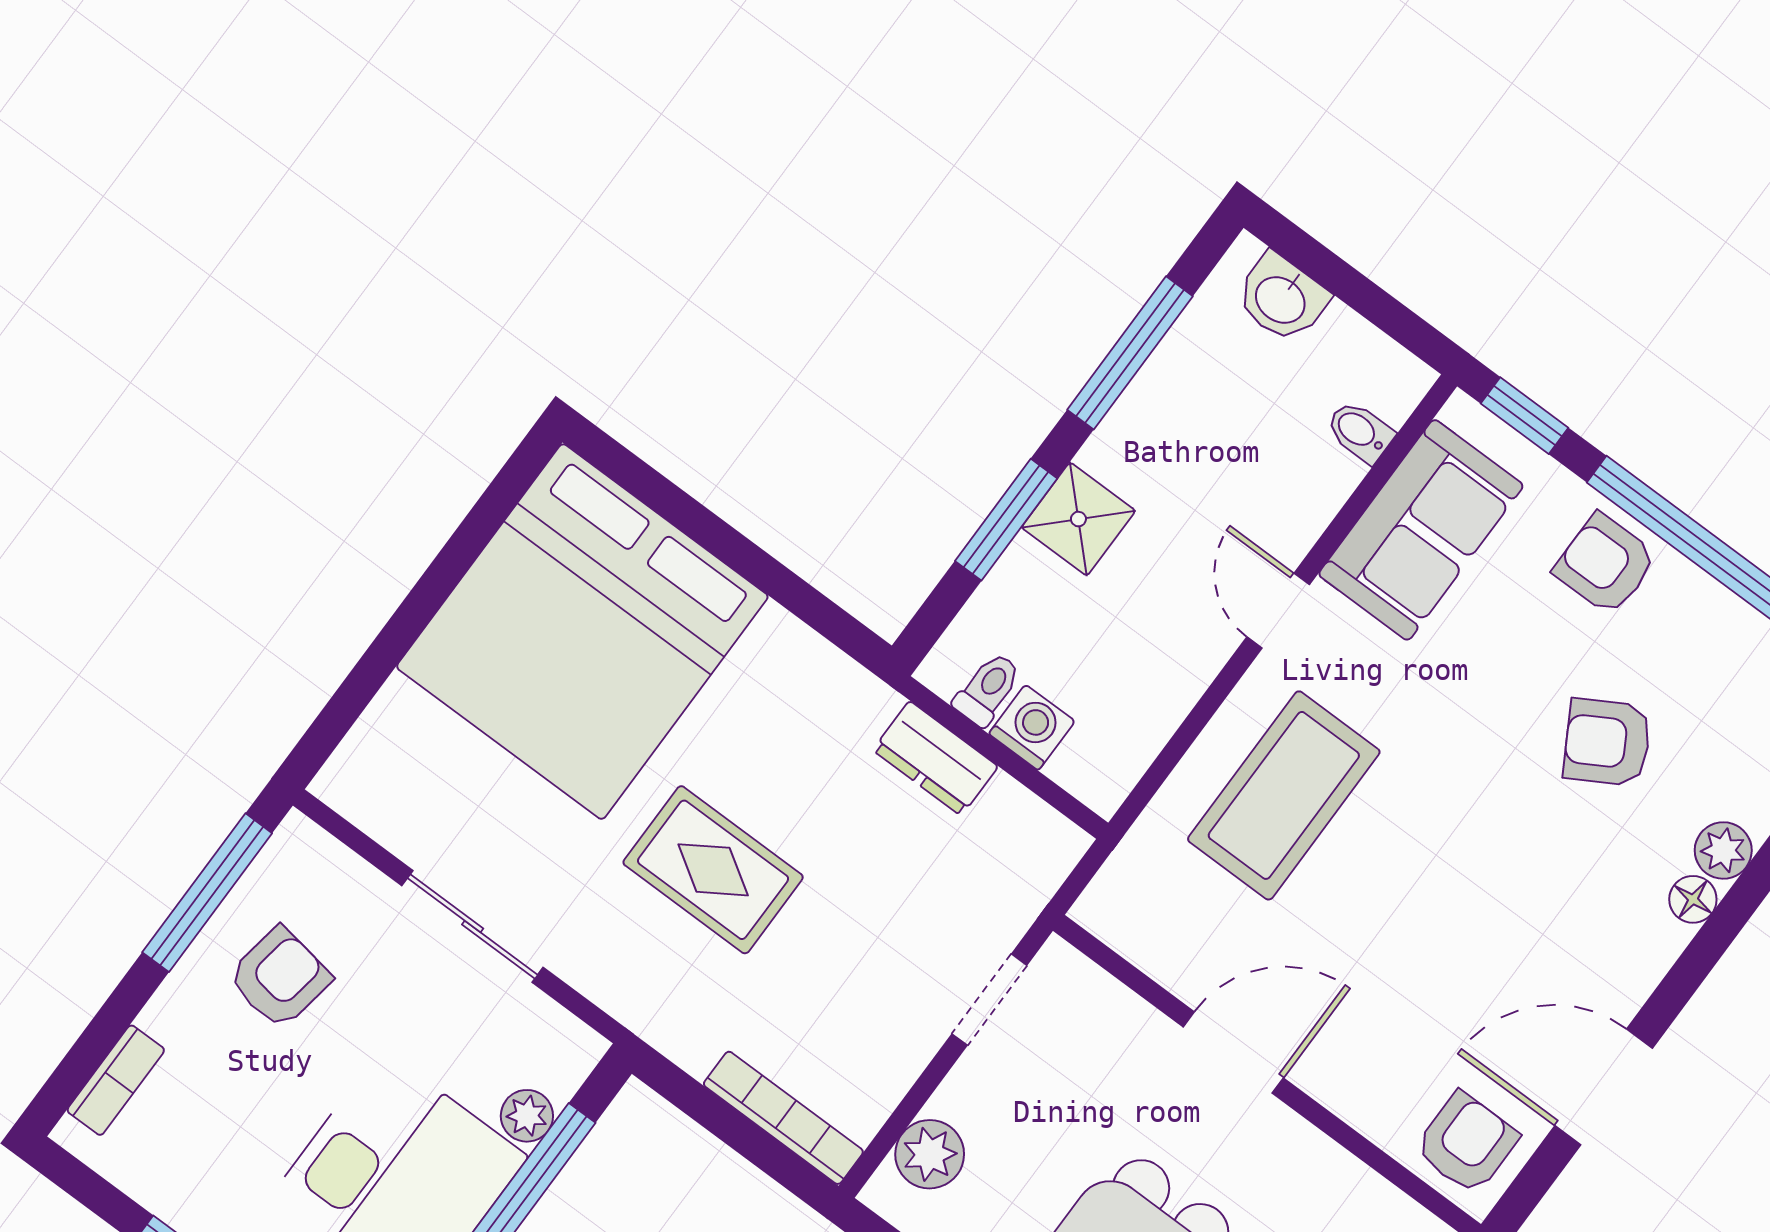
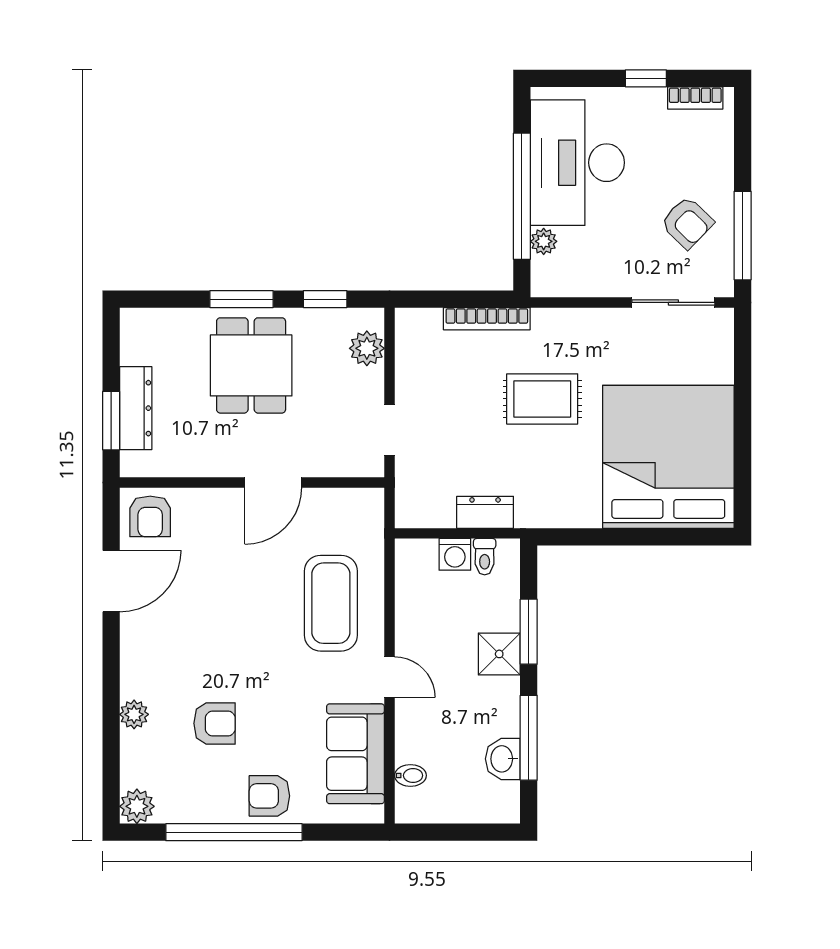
washbasin: (1281, 298) -> (503, 759), moved, turned -90
window: (1525, 416) -> (348, 832), removed
armchair: (1605, 564) -> (269, 796), turned 180
armchair: (1607, 742) -> (214, 723), turned 30
floor lamp: (1693, 899) -> (132, 685), removed
sliding door: (473, 927) -> (673, 302), moved
armchair: (279, 978) -> (687, 223), turned -55
bookcase: (116, 1080) -> (695, 98), moved, turned -90
bookcase: (783, 1118) -> (487, 319), moved

